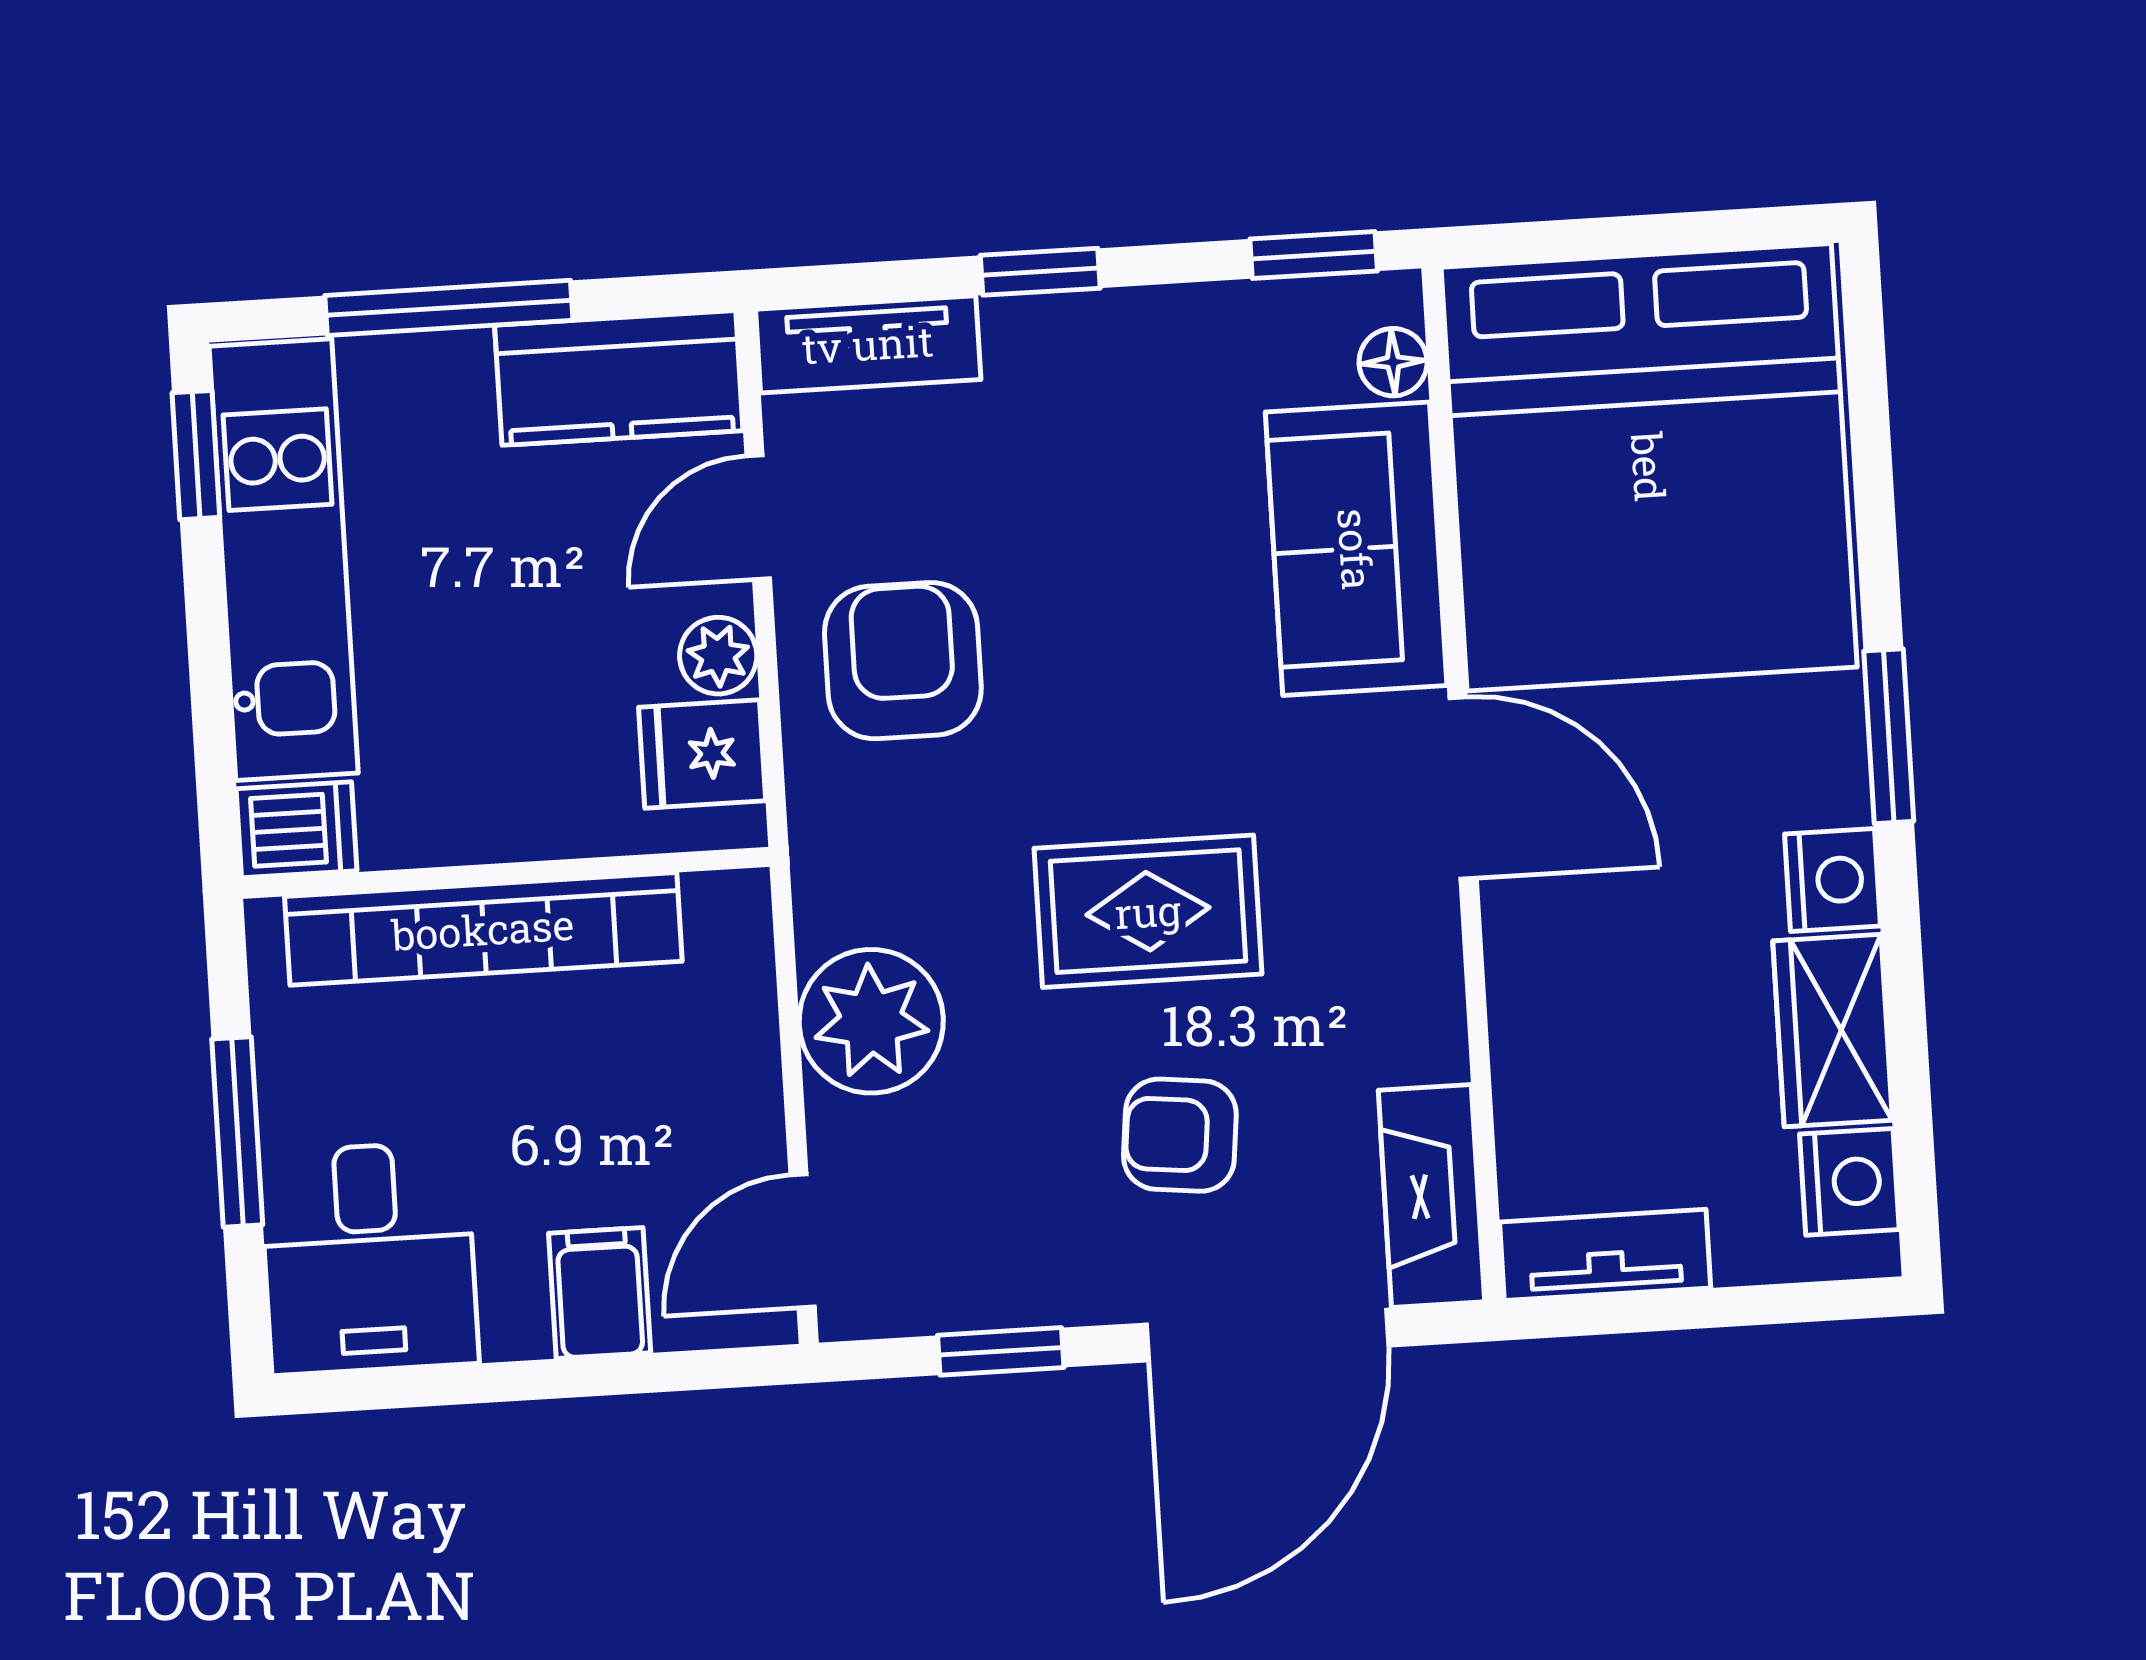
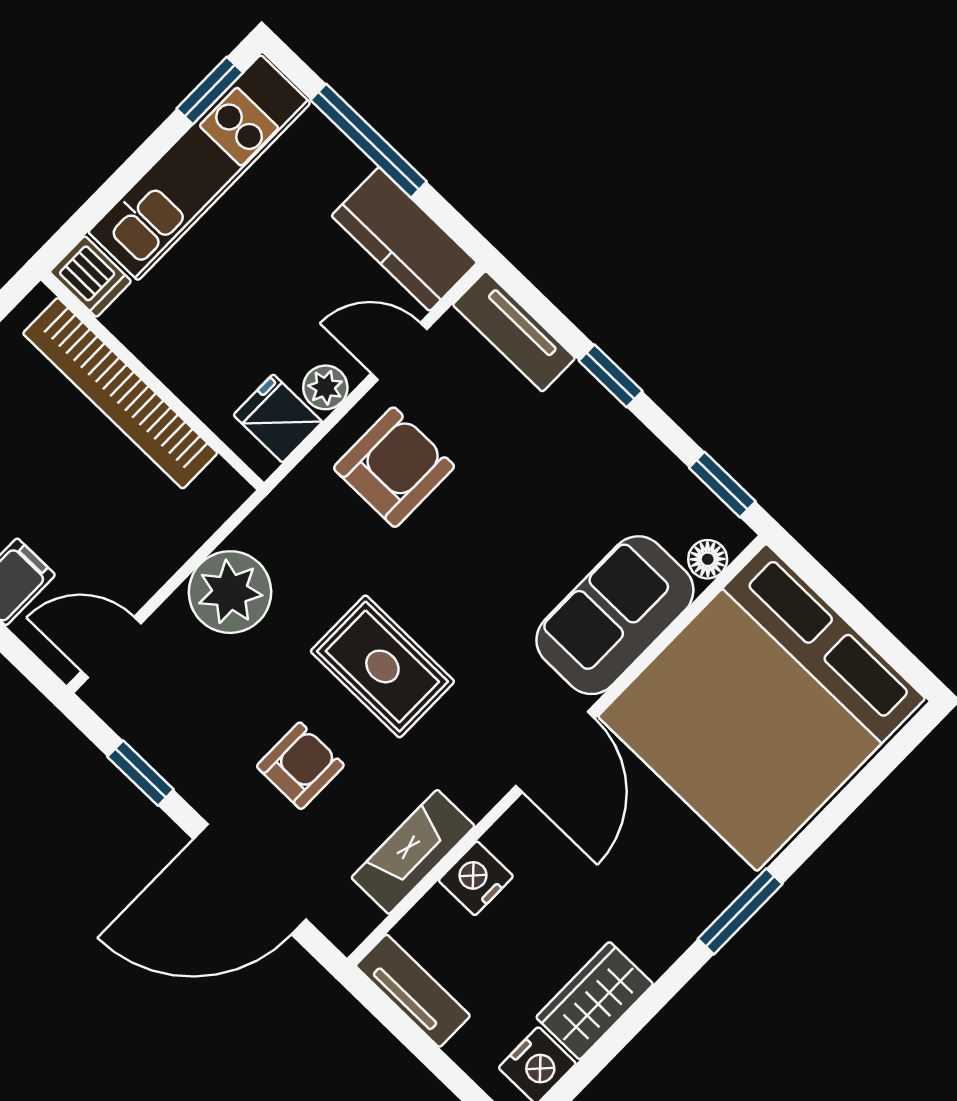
nightstand: (1833, 880) -> (476, 878), moved, turned 180
armchair: (1180, 1135) -> (300, 766), turned 84
fireplace: (1431, 1196) -> (413, 852), moved

